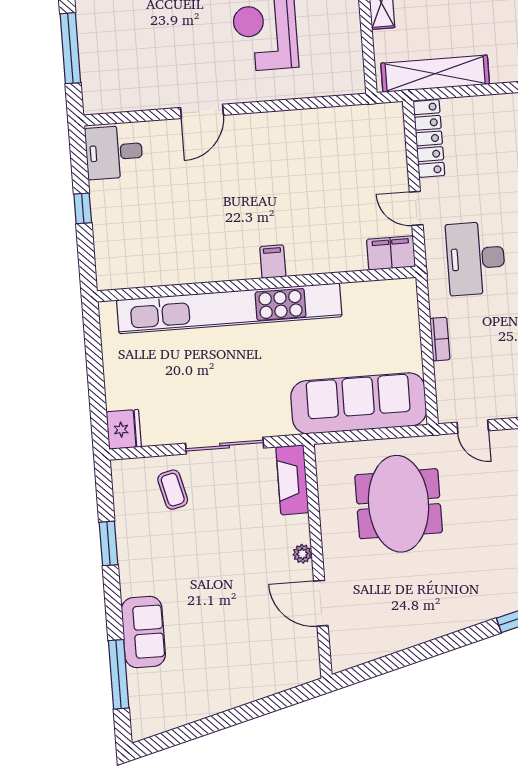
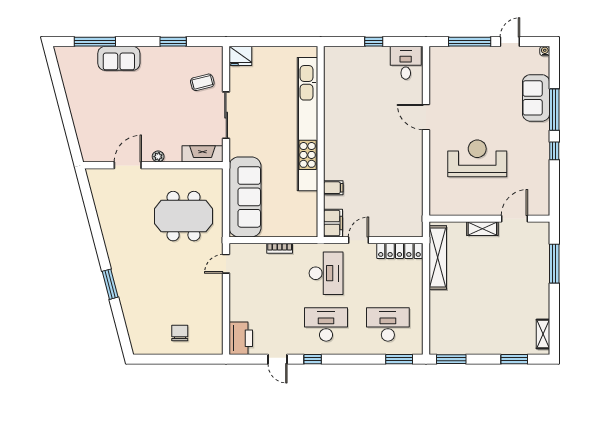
desk: (476, 258) -> (326, 273), turned 90
filing cabinet: (273, 262) -> (333, 188), moved

